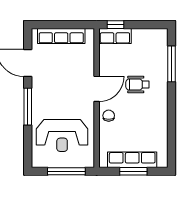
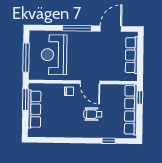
row of seats: (115, 36) -> (131, 110), width x2.02
window: (171, 64) -> (109, 141), width x0.46
wheelchair: (138, 85) -> (93, 114), turned -90
window: (133, 171) -> (25, 100), moved

